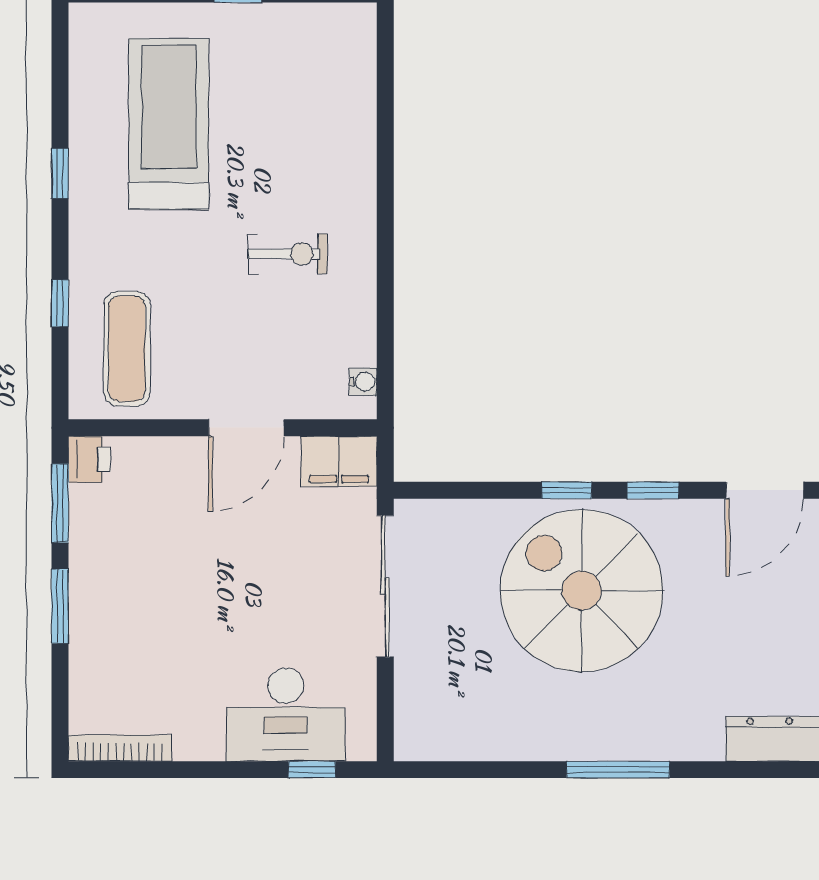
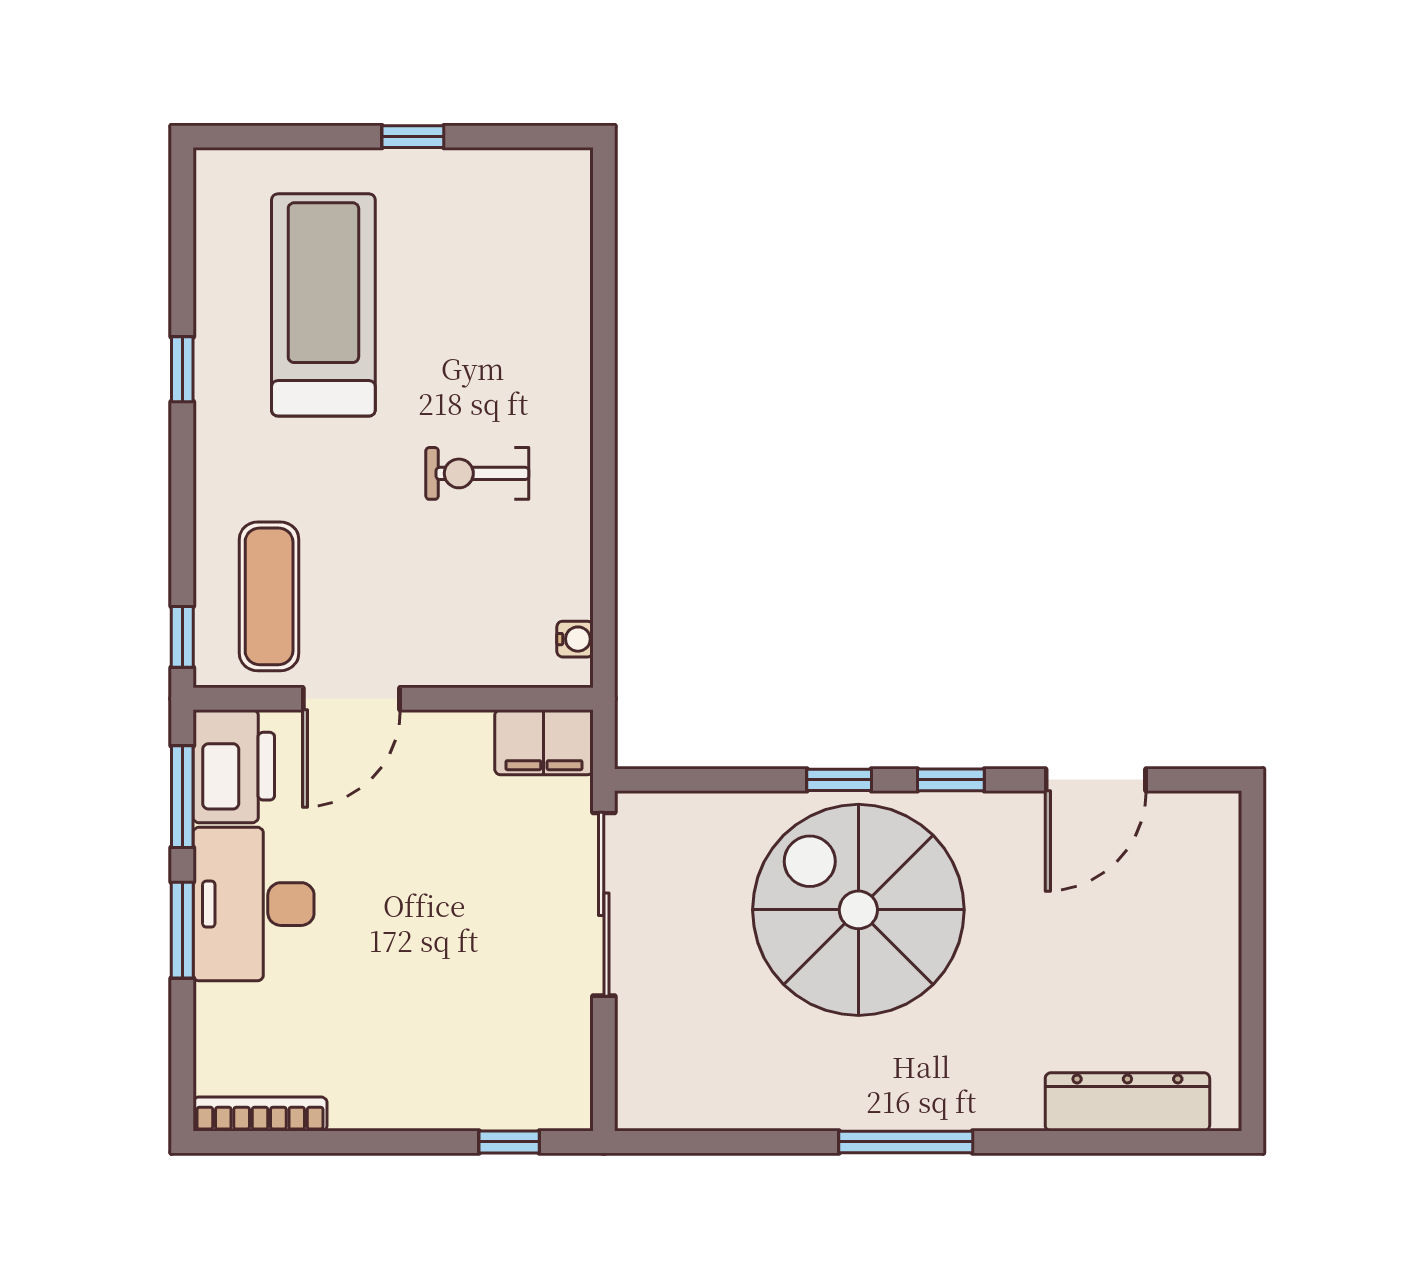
exercise bike: (288, 254) -> (477, 473), turned 180
window: (60, 303) -> (182, 637), moved
door: (246, 428) -> (351, 699), moved
printer: (89, 459) -> (234, 766), width x1.87, depth x1.48
desk: (286, 715) -> (253, 904), moved, turned 90

